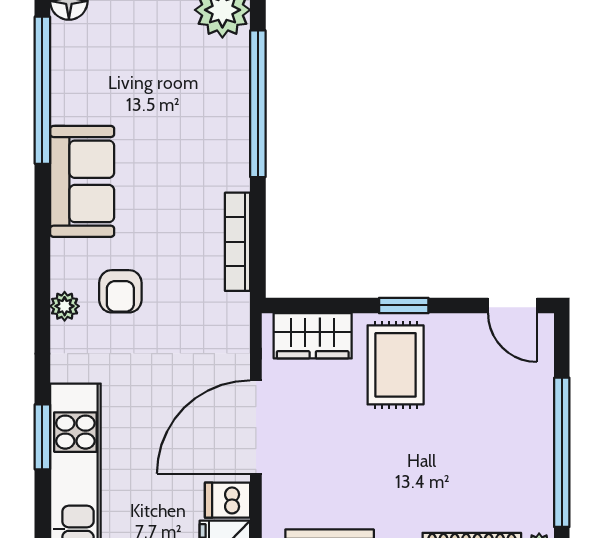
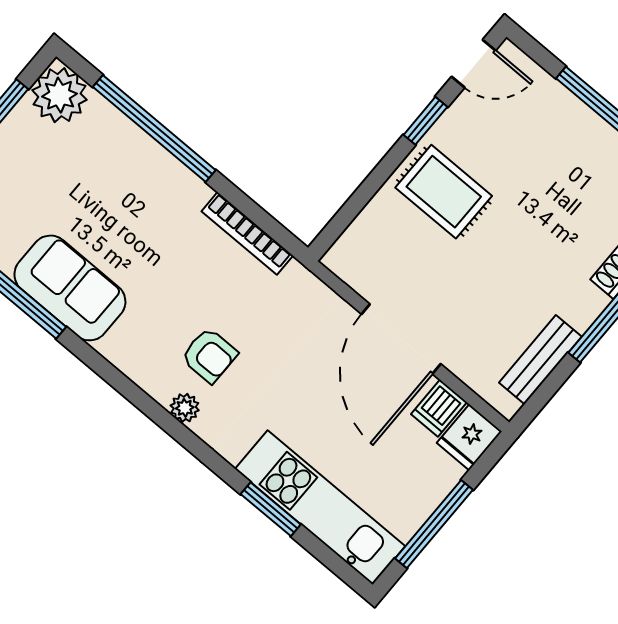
sofa: (82, 181) -> (70, 288), moved
window: (404, 305) -> (425, 121), moved
wardrobe: (313, 336) -> (368, 236), removed

